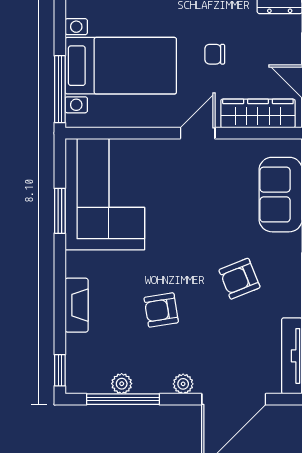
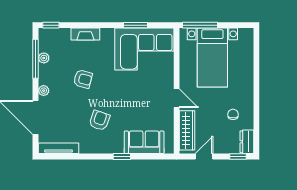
chair: (215, 54) -> (233, 114), moved
armchair: (239, 279) -> (99, 120), turned 41
armchair: (161, 310) -> (83, 79), turned 114

